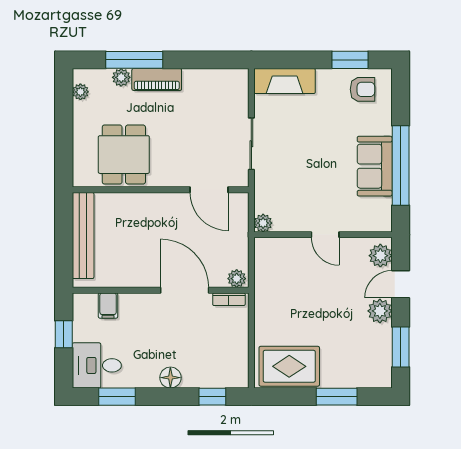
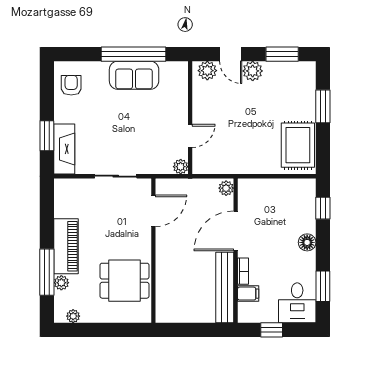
window: (350, 60) -> (47, 136), moved
piano: (157, 79) -> (66, 246), width x1.37, depth x1.33
door: (325, 235) -> (190, 136), moved
bench: (83, 236) -> (225, 287), moved, turned 90
bookcase: (229, 299) -> (243, 271), moved

